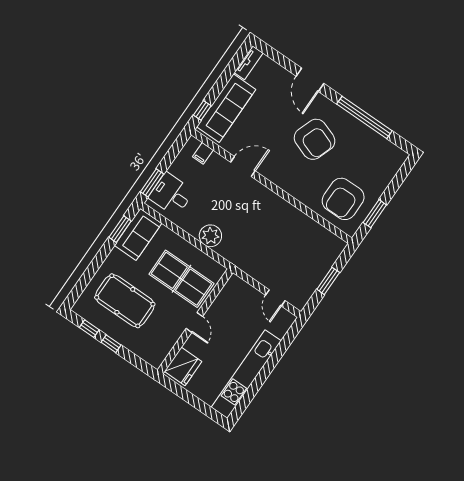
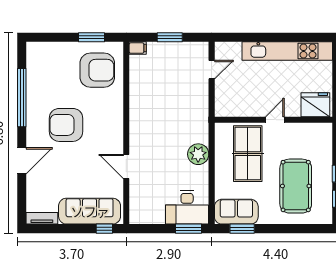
armchair: (315, 139) -> (66, 125), turned -110
filing cabinet: (203, 153) -> (138, 48), moved
desk: (171, 194) -> (187, 207), width x1.37

